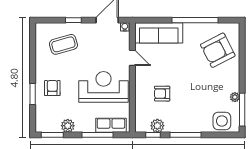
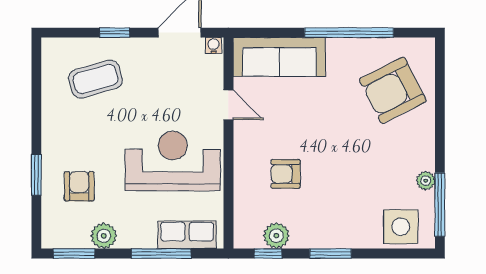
armchair: (52, 88) -> (79, 186), moved
window: (185, 135) -> (331, 254), width x0.69

